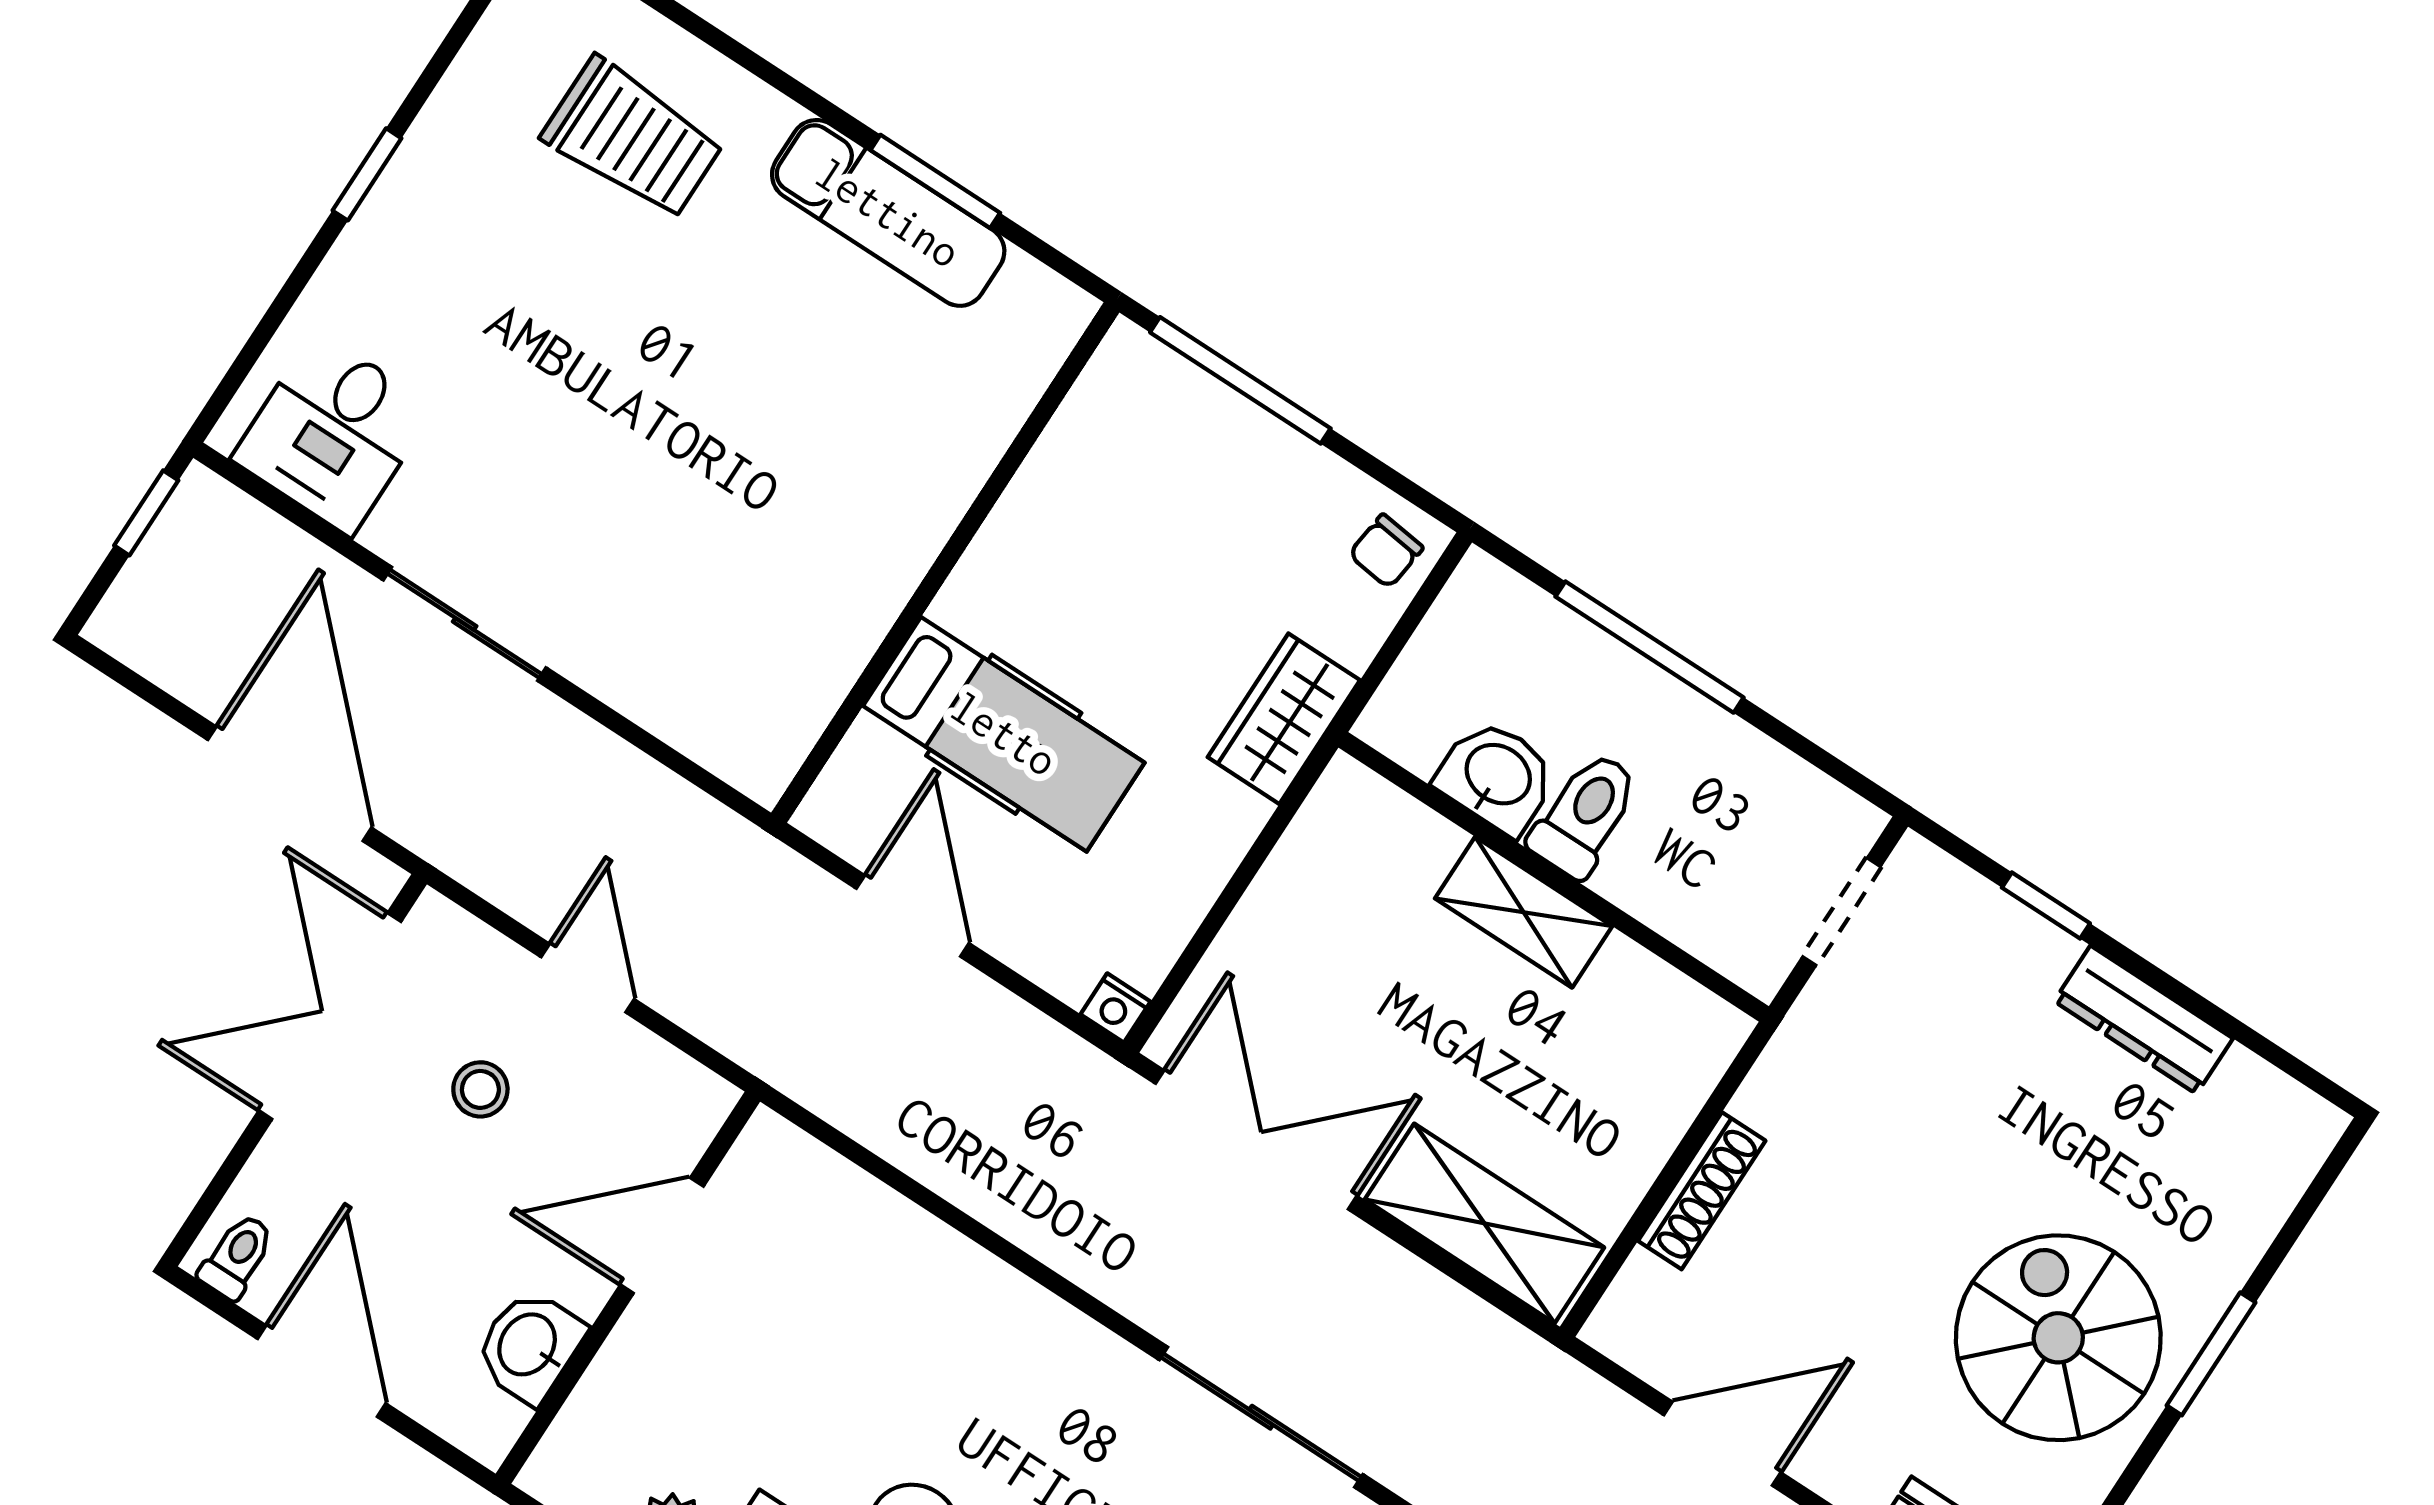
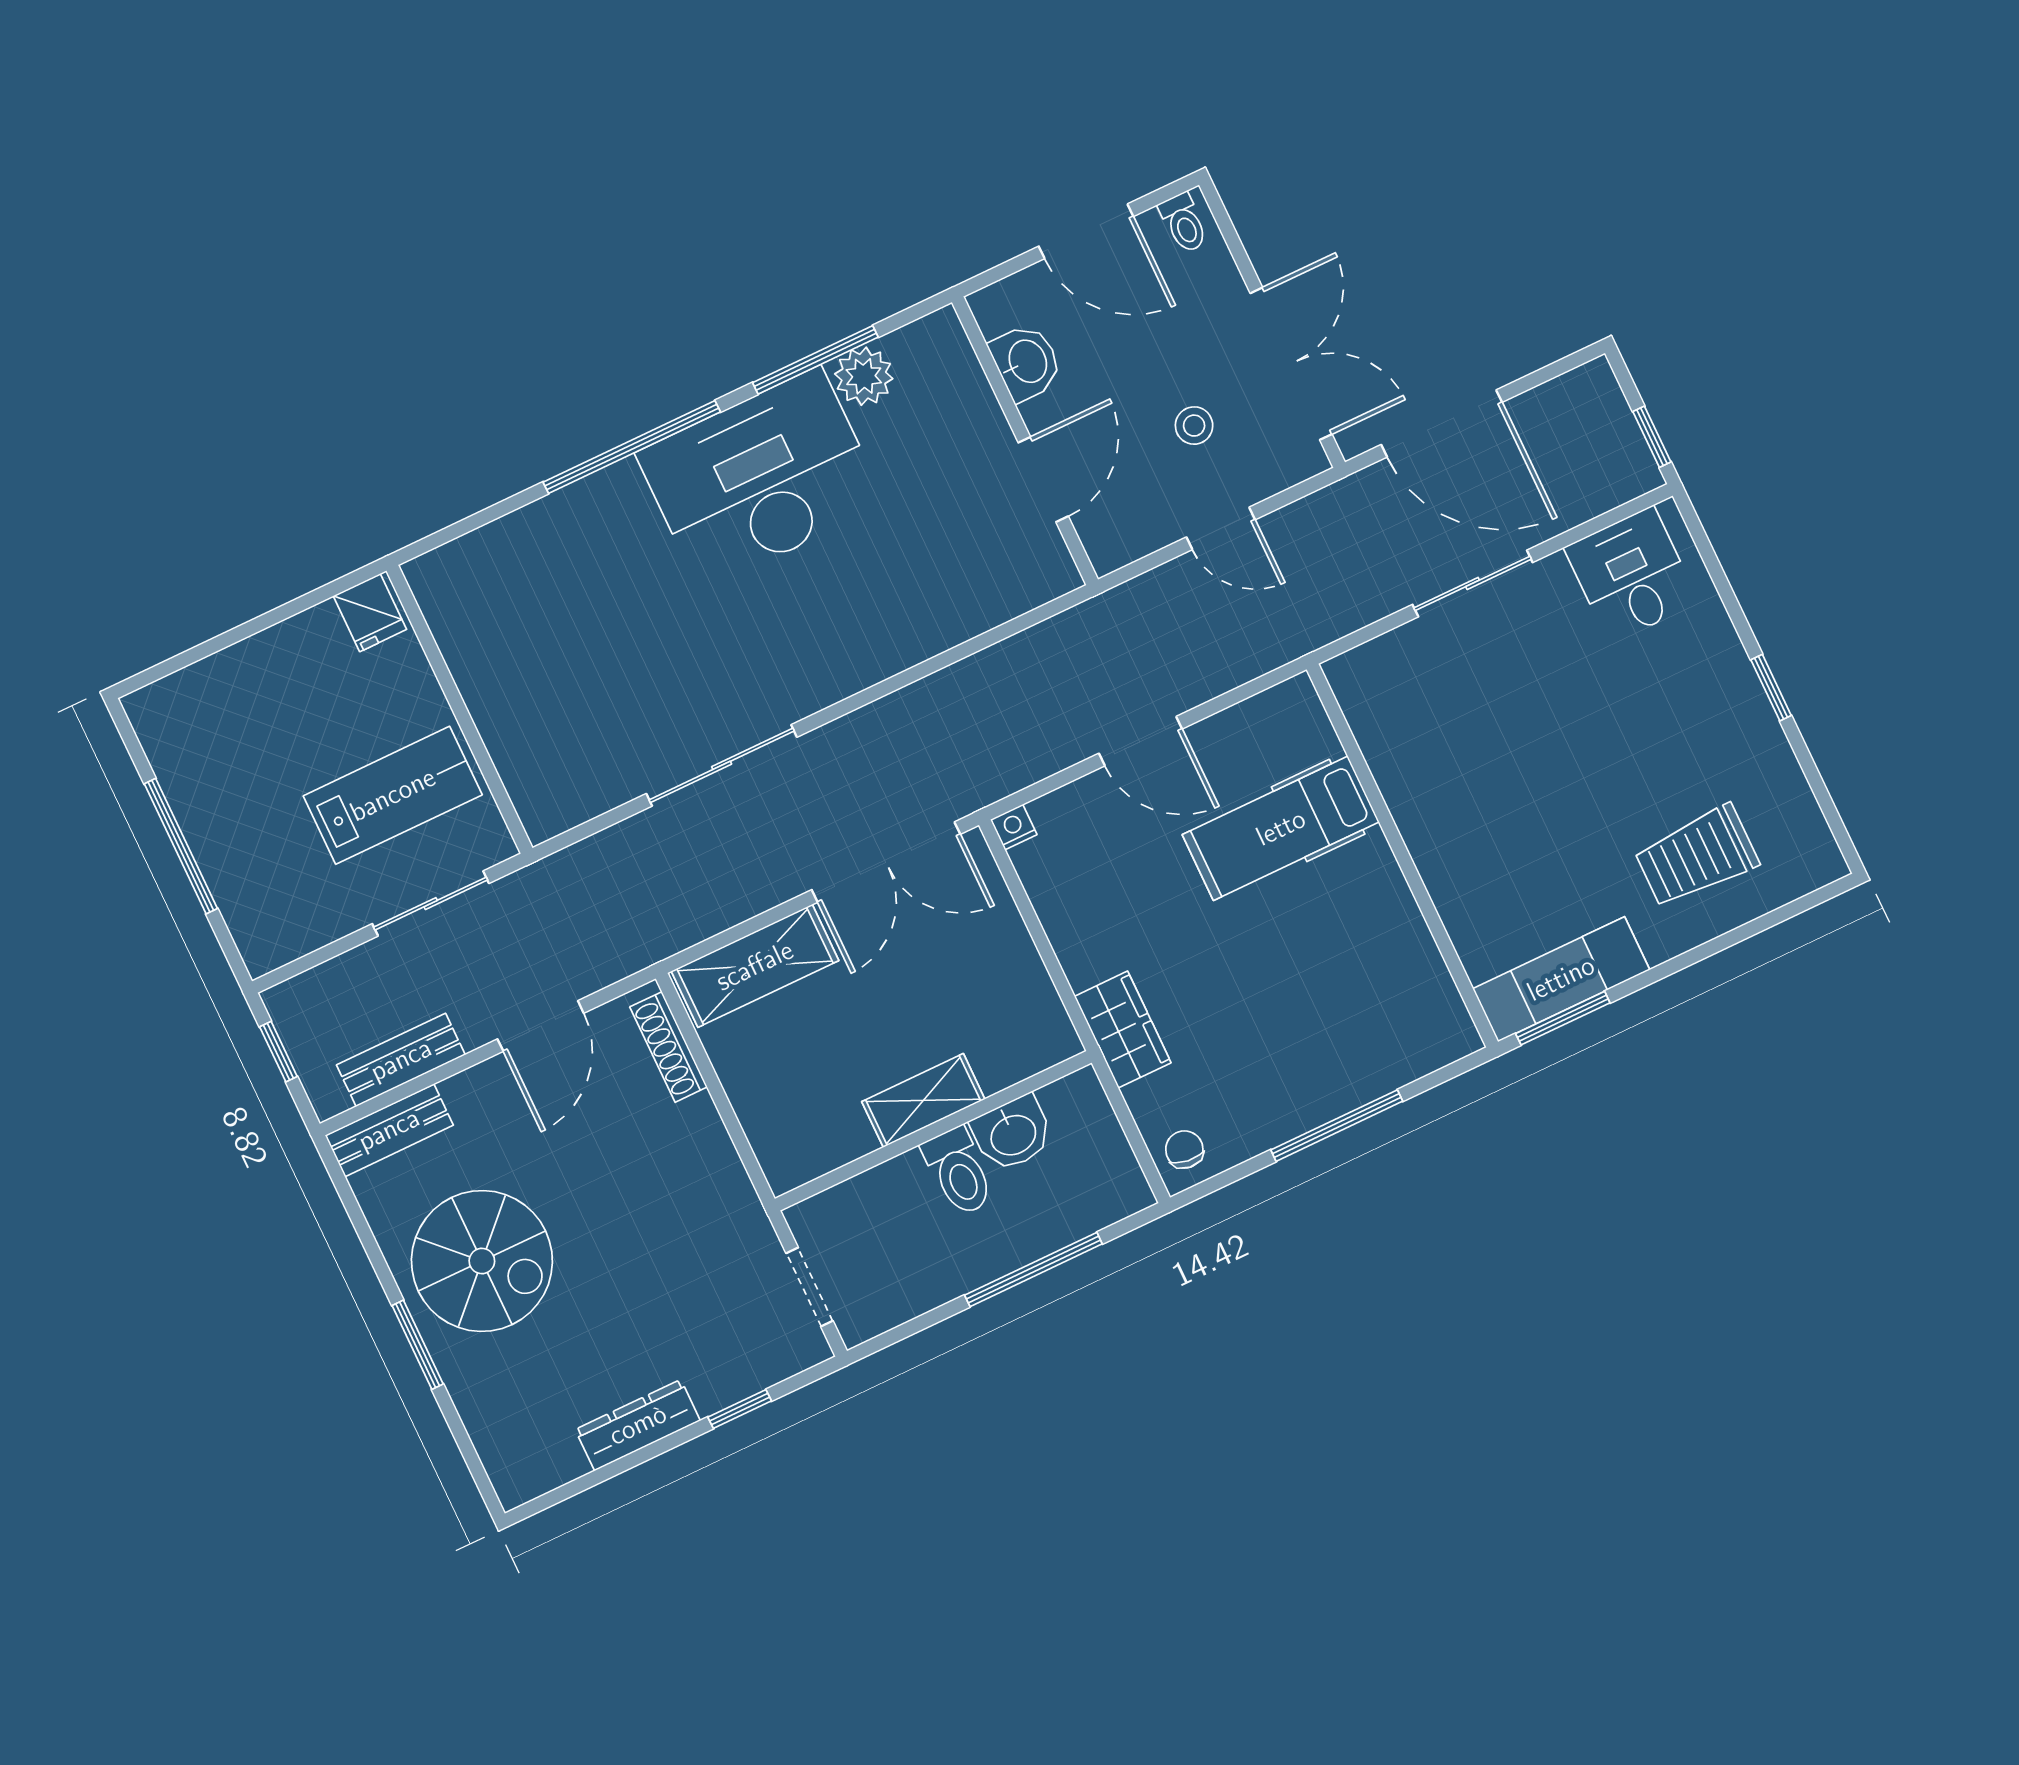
wall: (945, 563) -> (1402, 856), moved
hospital bed: (1004, 734) -> (1281, 828), moved
shoe rack: (1702, 1191) -> (669, 1047), moved

